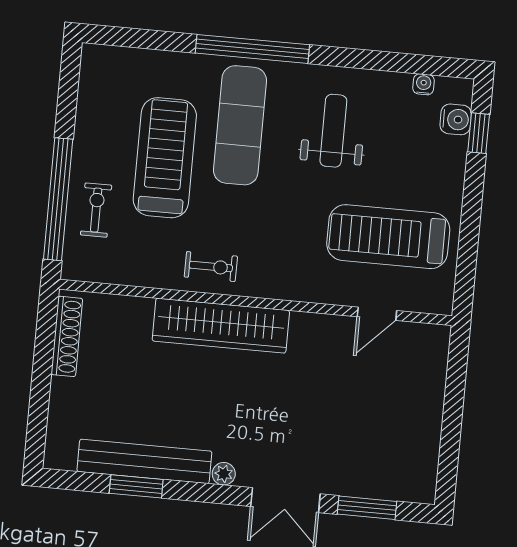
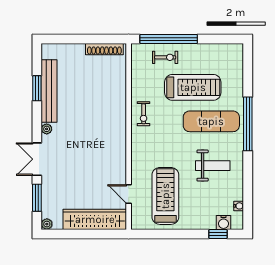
wardrobe: (221, 326) -> (95, 219), moved, turned 90
plant: (424, 492) -> (47, 224), added

